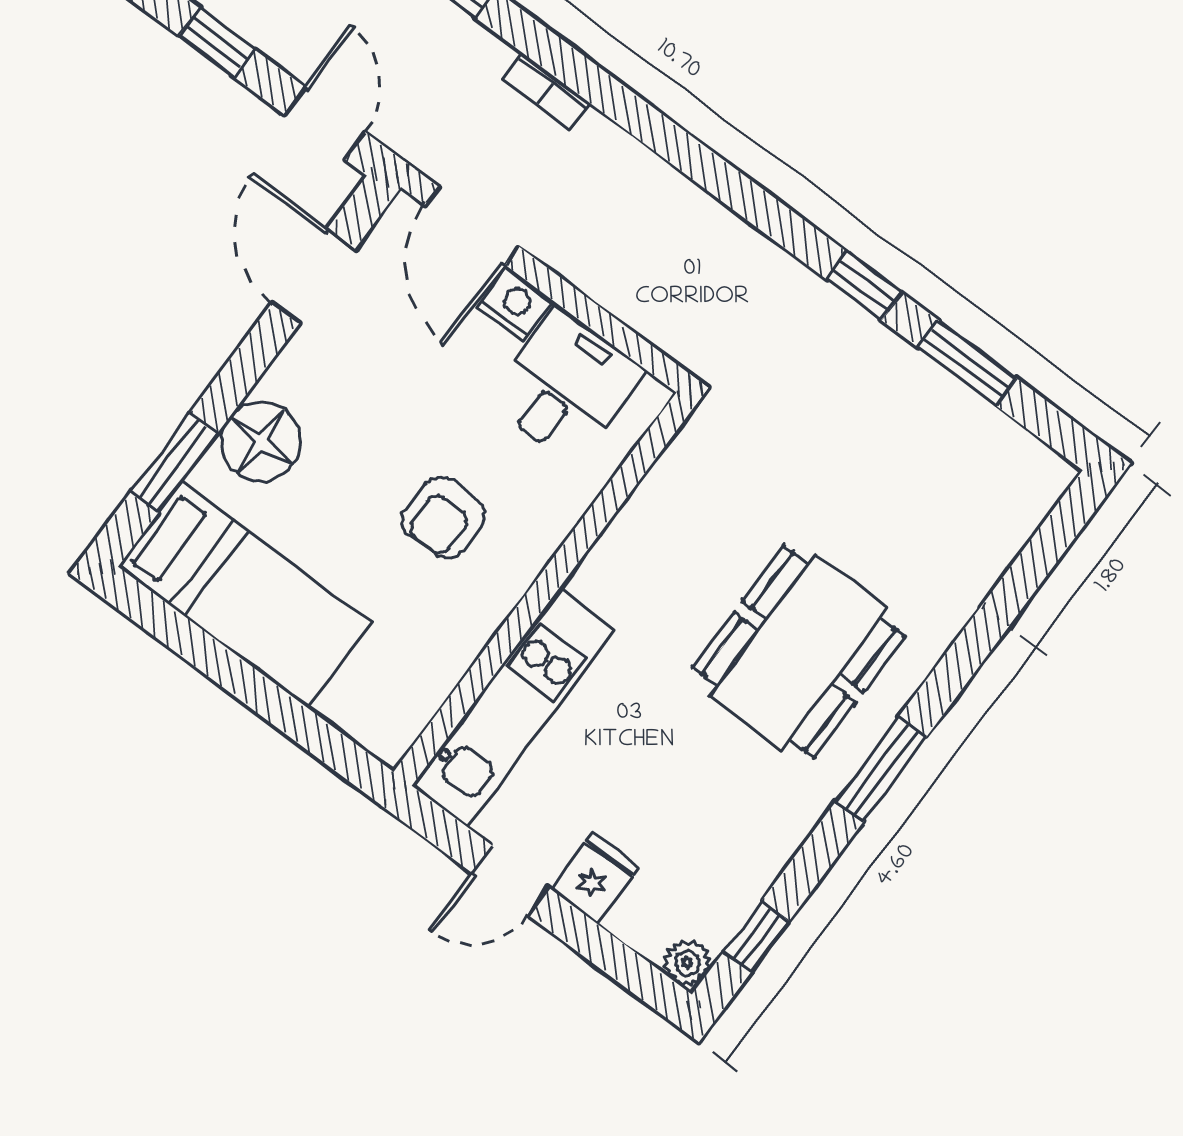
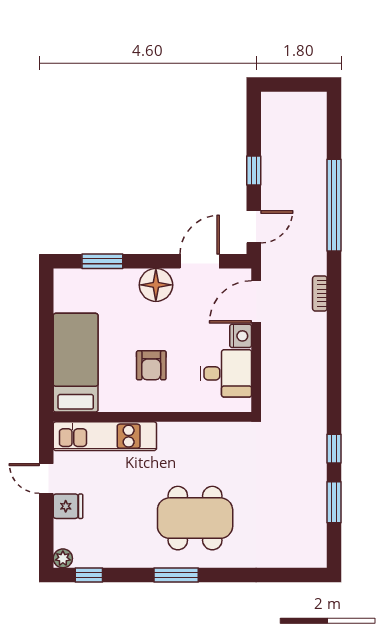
floor lamp: (260, 442) -> (156, 285), moved
armchair: (444, 518) -> (151, 365), turned -90
bed: (245, 595) -> (76, 363), moved, turned 180

